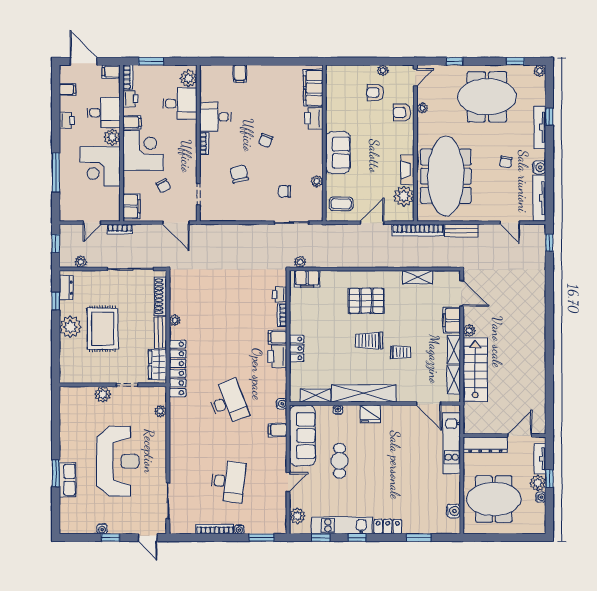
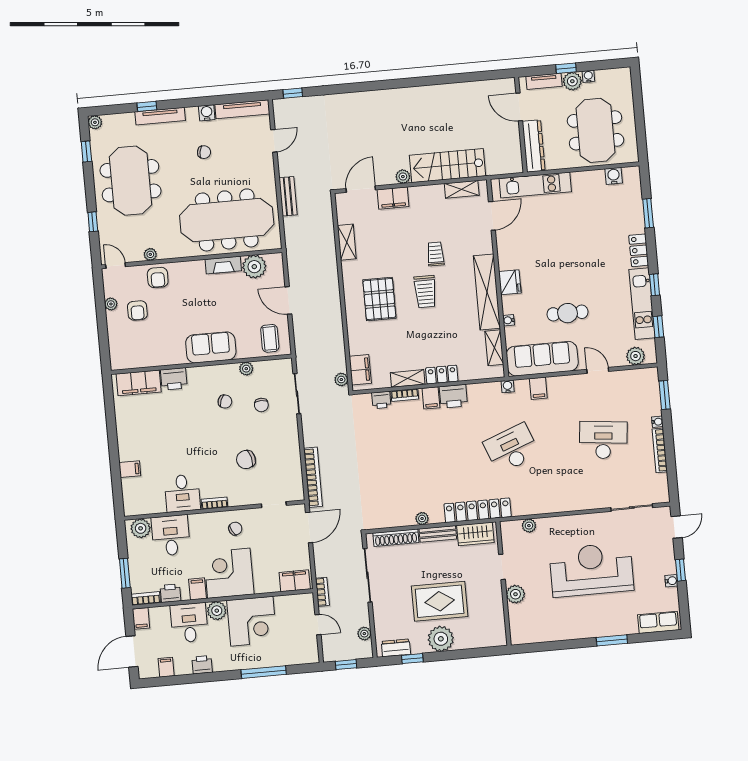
chair: (266, 140) -> (225, 402), moved
chair: (163, 186) -> (235, 529), moved
bookcase: (418, 230) -> (313, 477), moved
shelving: (454, 350) -> (408, 378), moved
row of seats: (67, 480) -> (658, 622), moved

